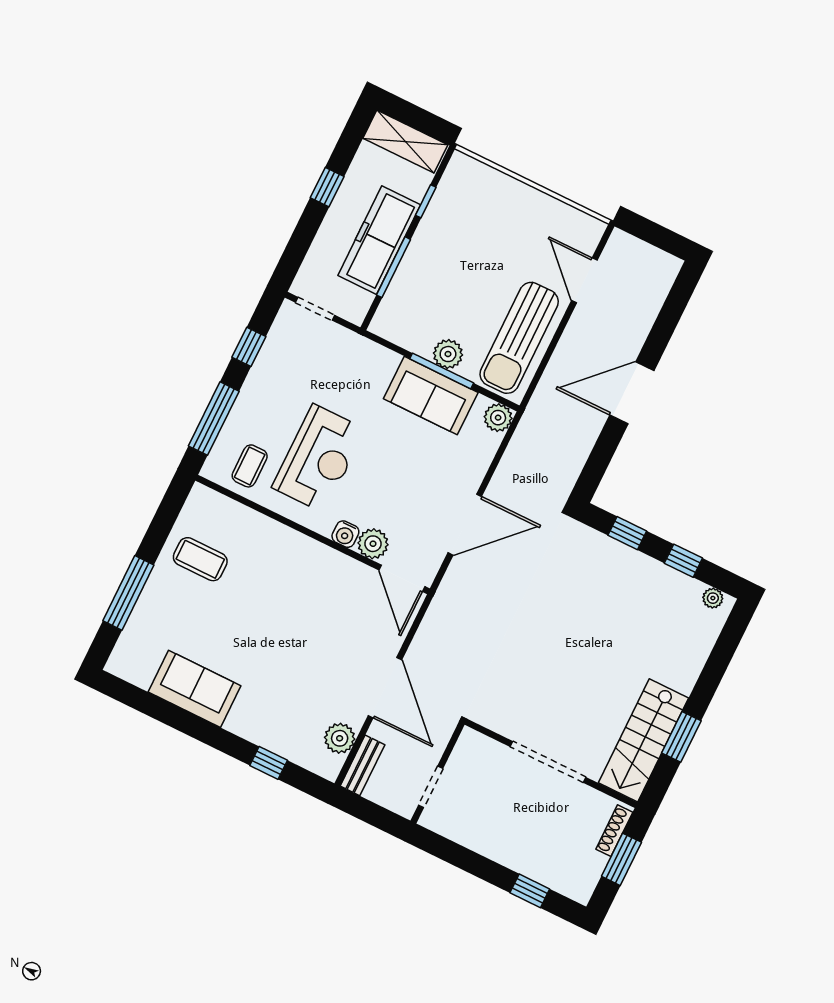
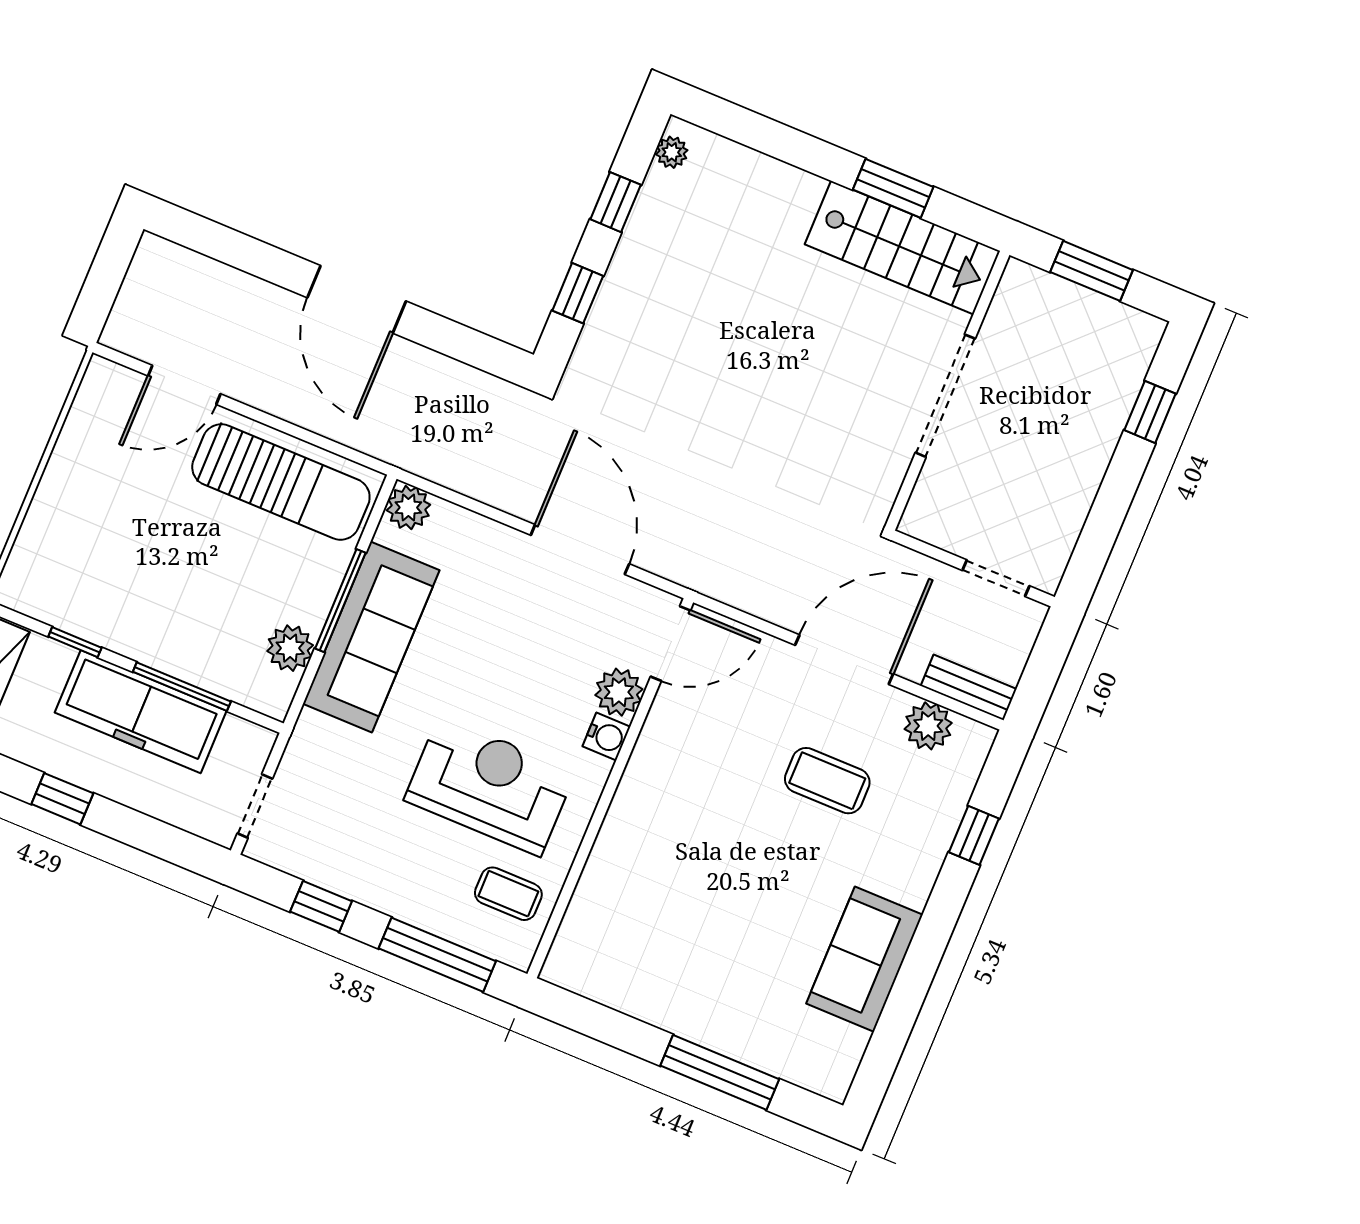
plant: (448, 354) -> (290, 648), moved
sofa: (431, 396) -> (371, 637), width x1.36
coffee table: (200, 559) -> (827, 781), moved, turned 90
shoe rack: (614, 831) -> (1047, 285), removed

